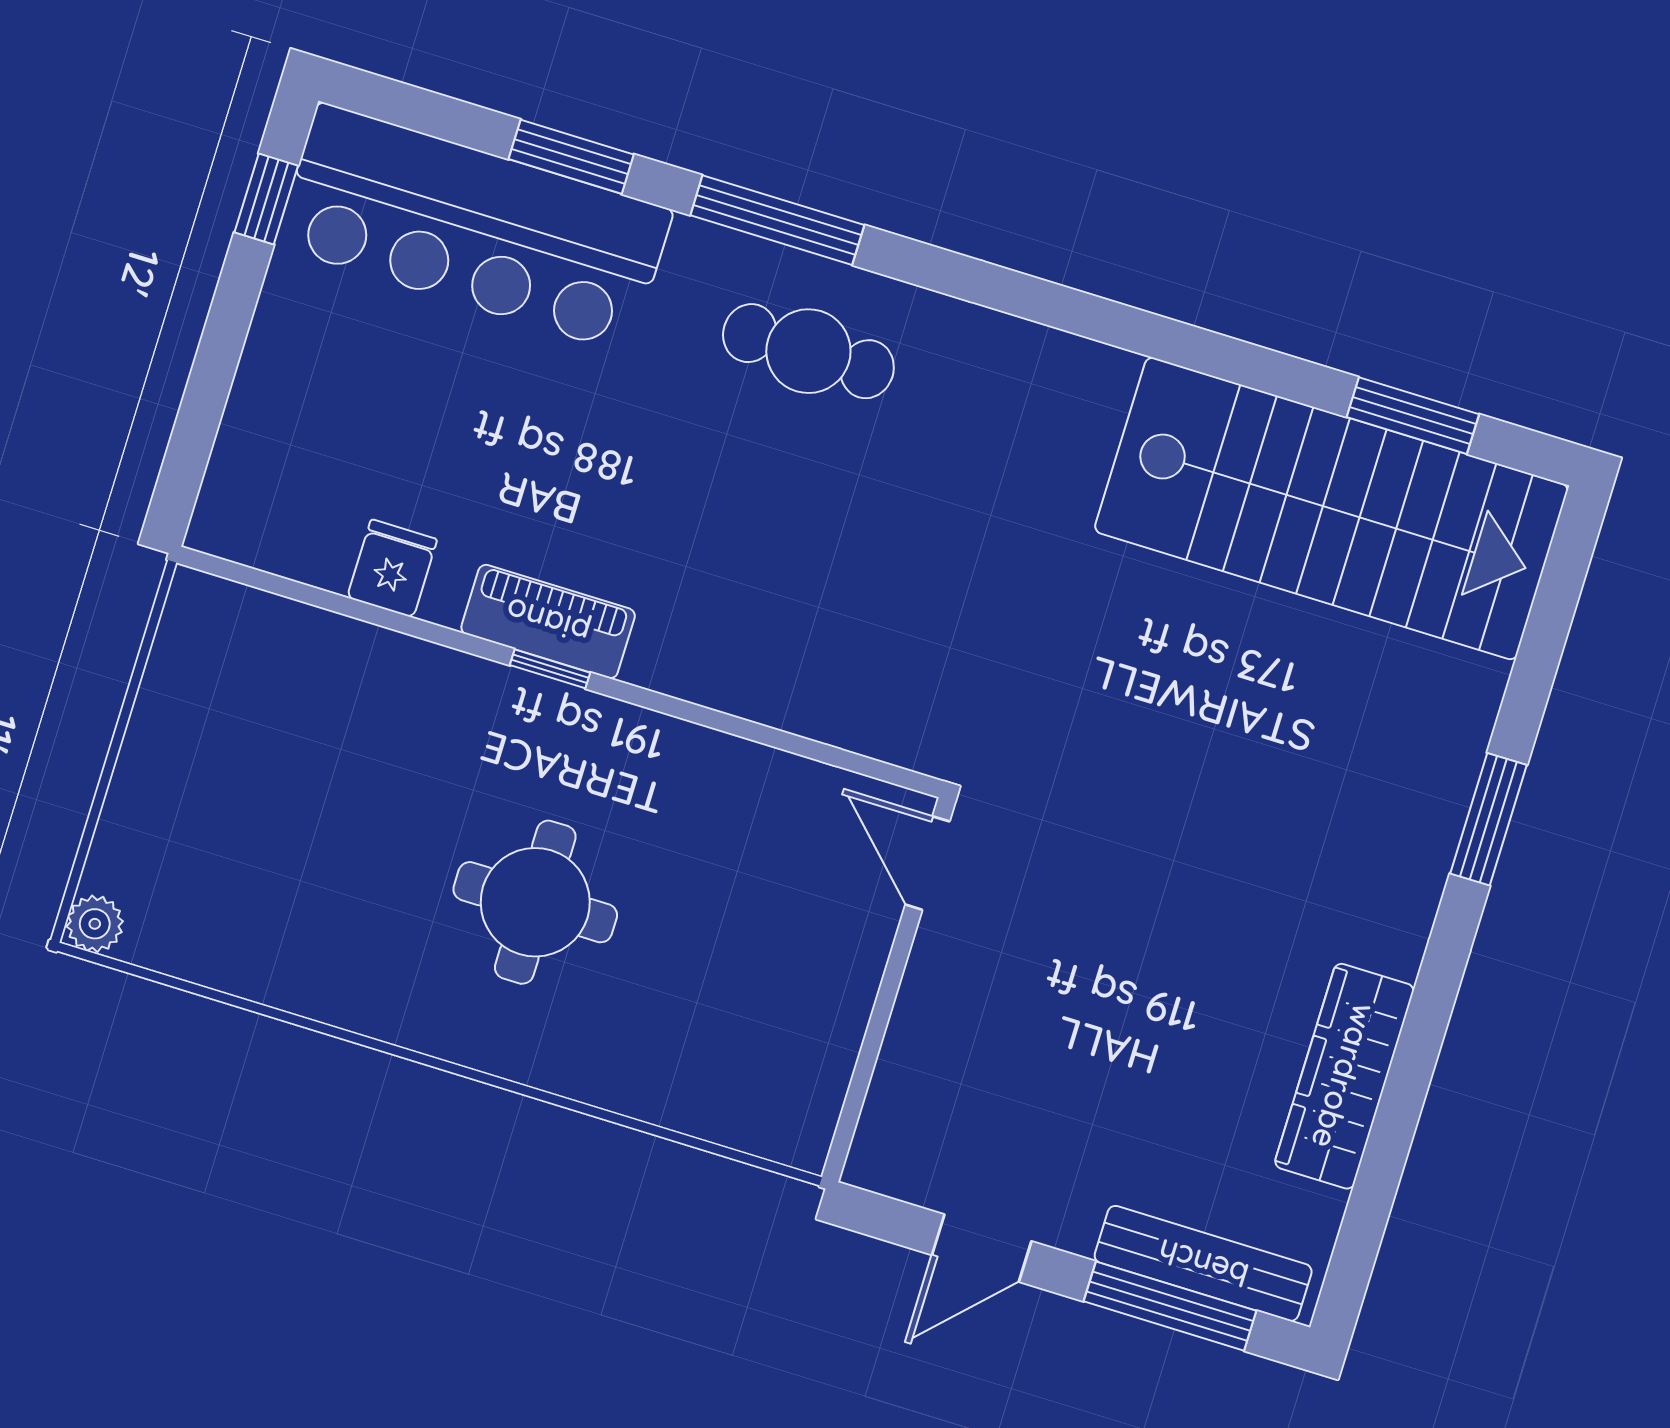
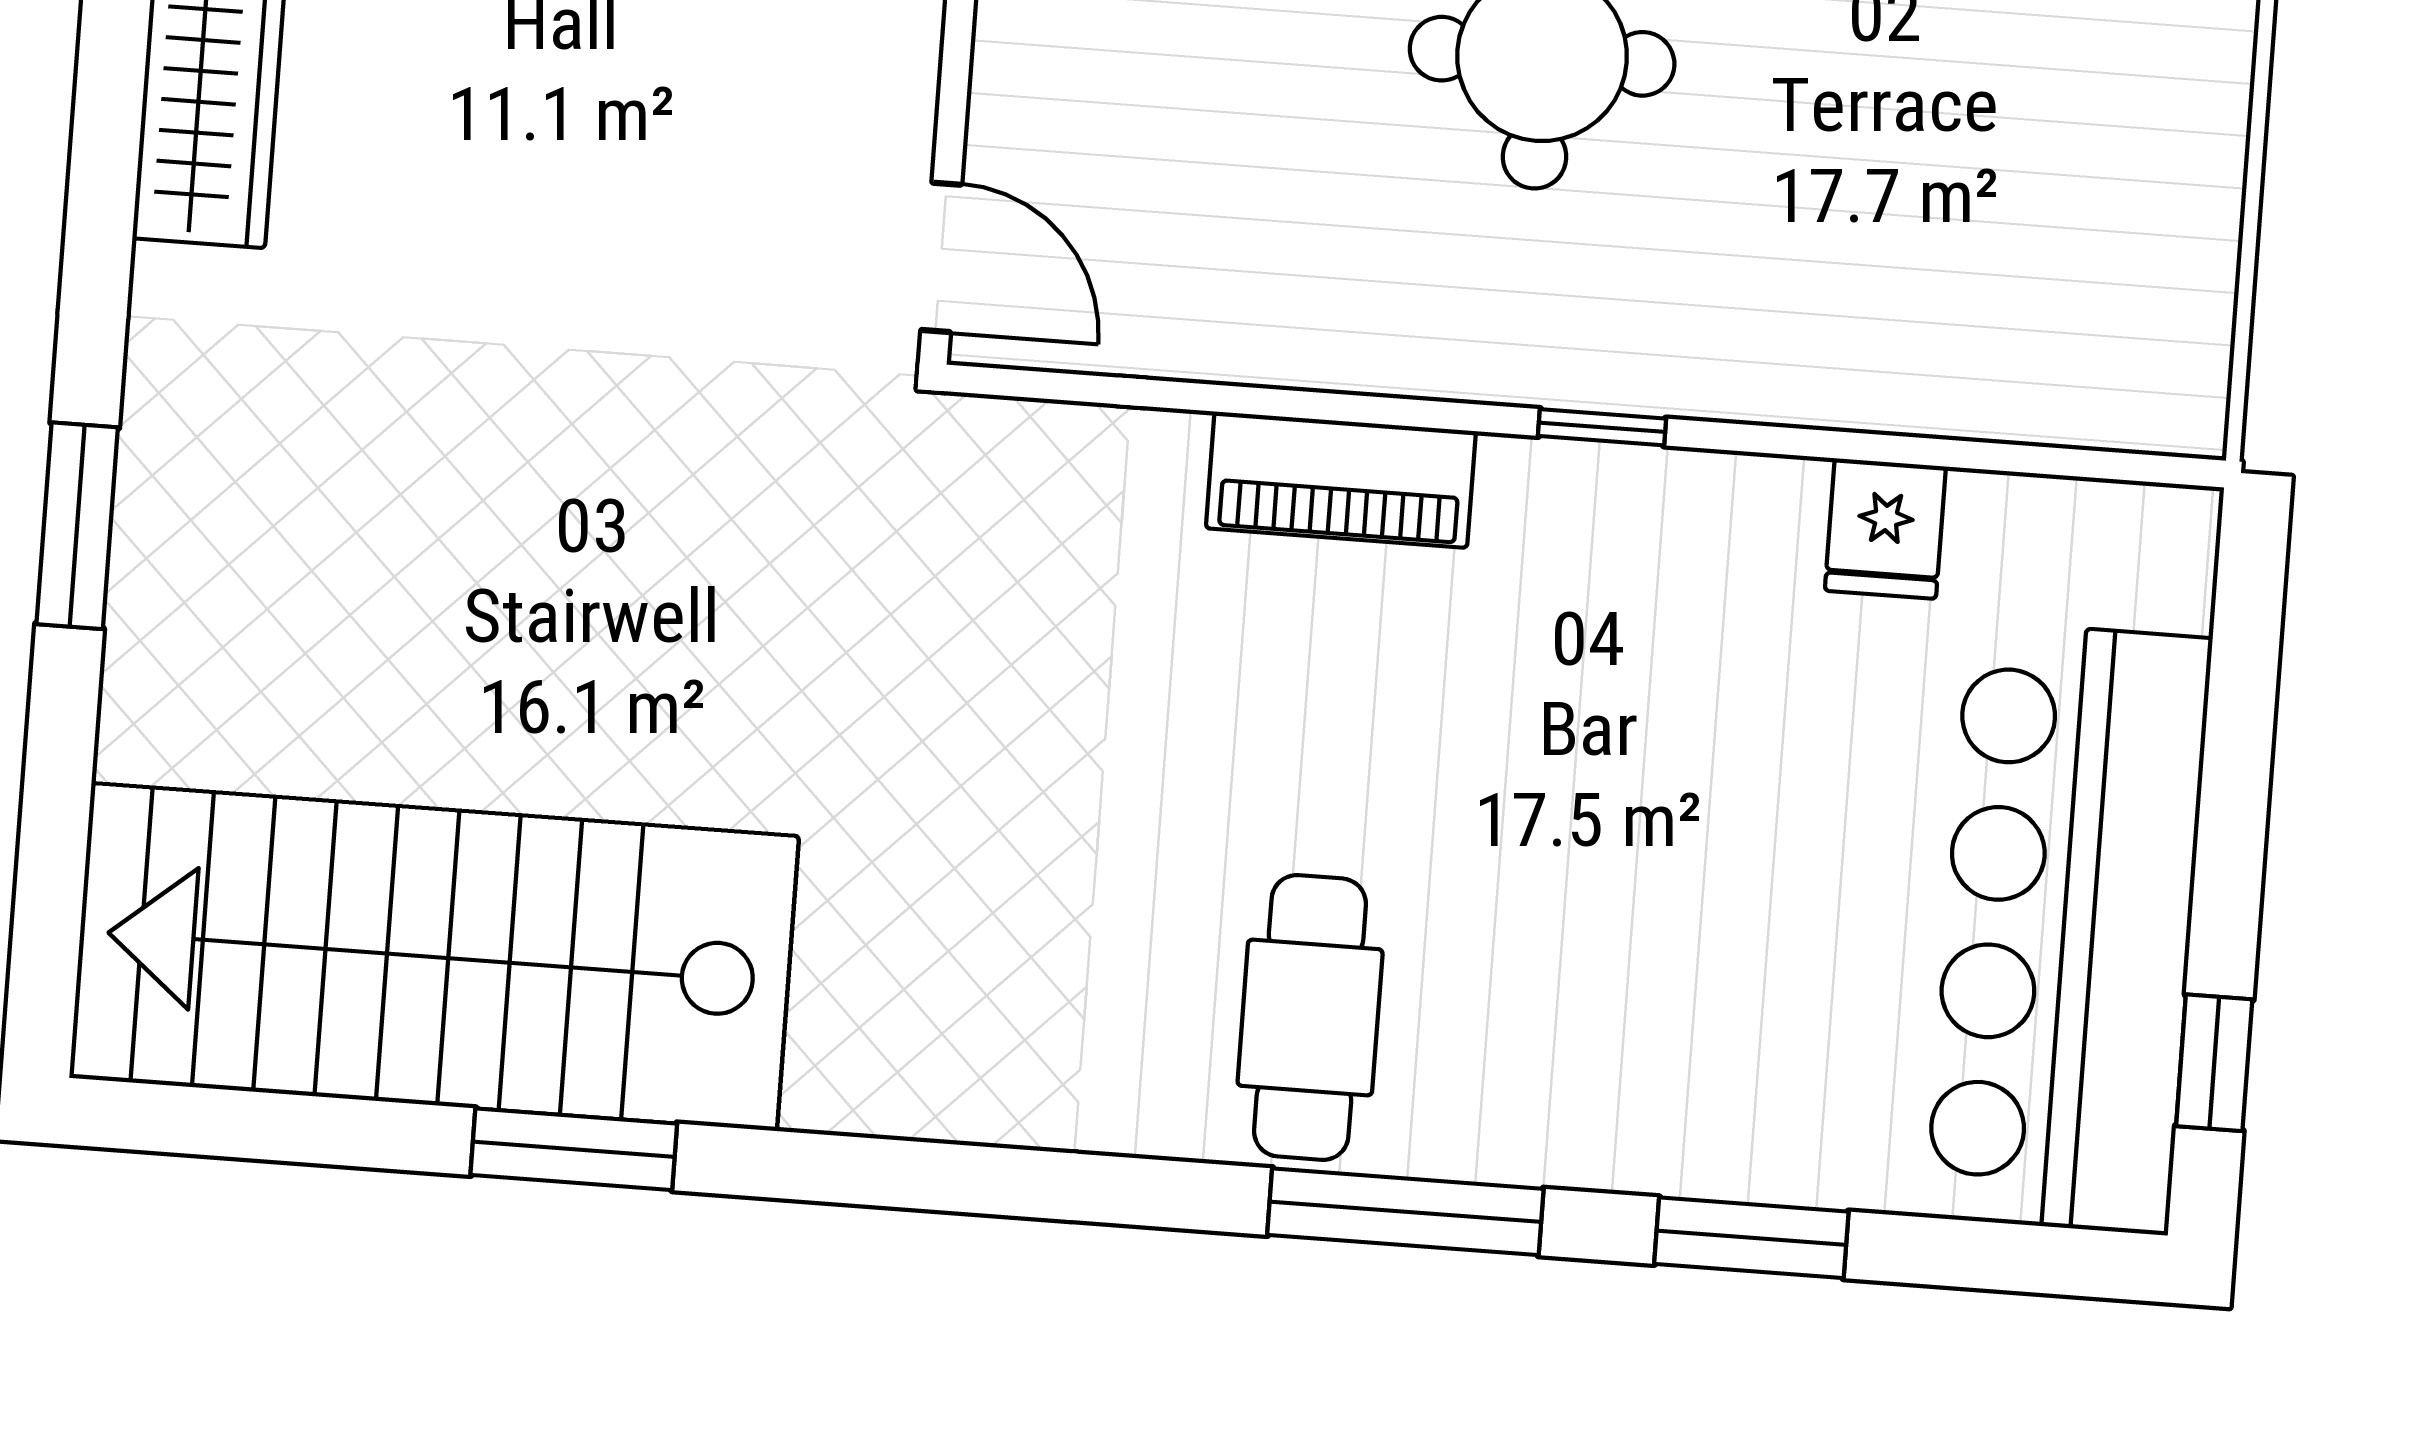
bar counter: (474, 228) -> (2069, 928), moved, turned -90
cafe table: (808, 351) -> (1310, 1017), turned 90
window: (1413, 416) -> (574, 1149), moved
piano: (548, 621) -> (1341, 480), moved

